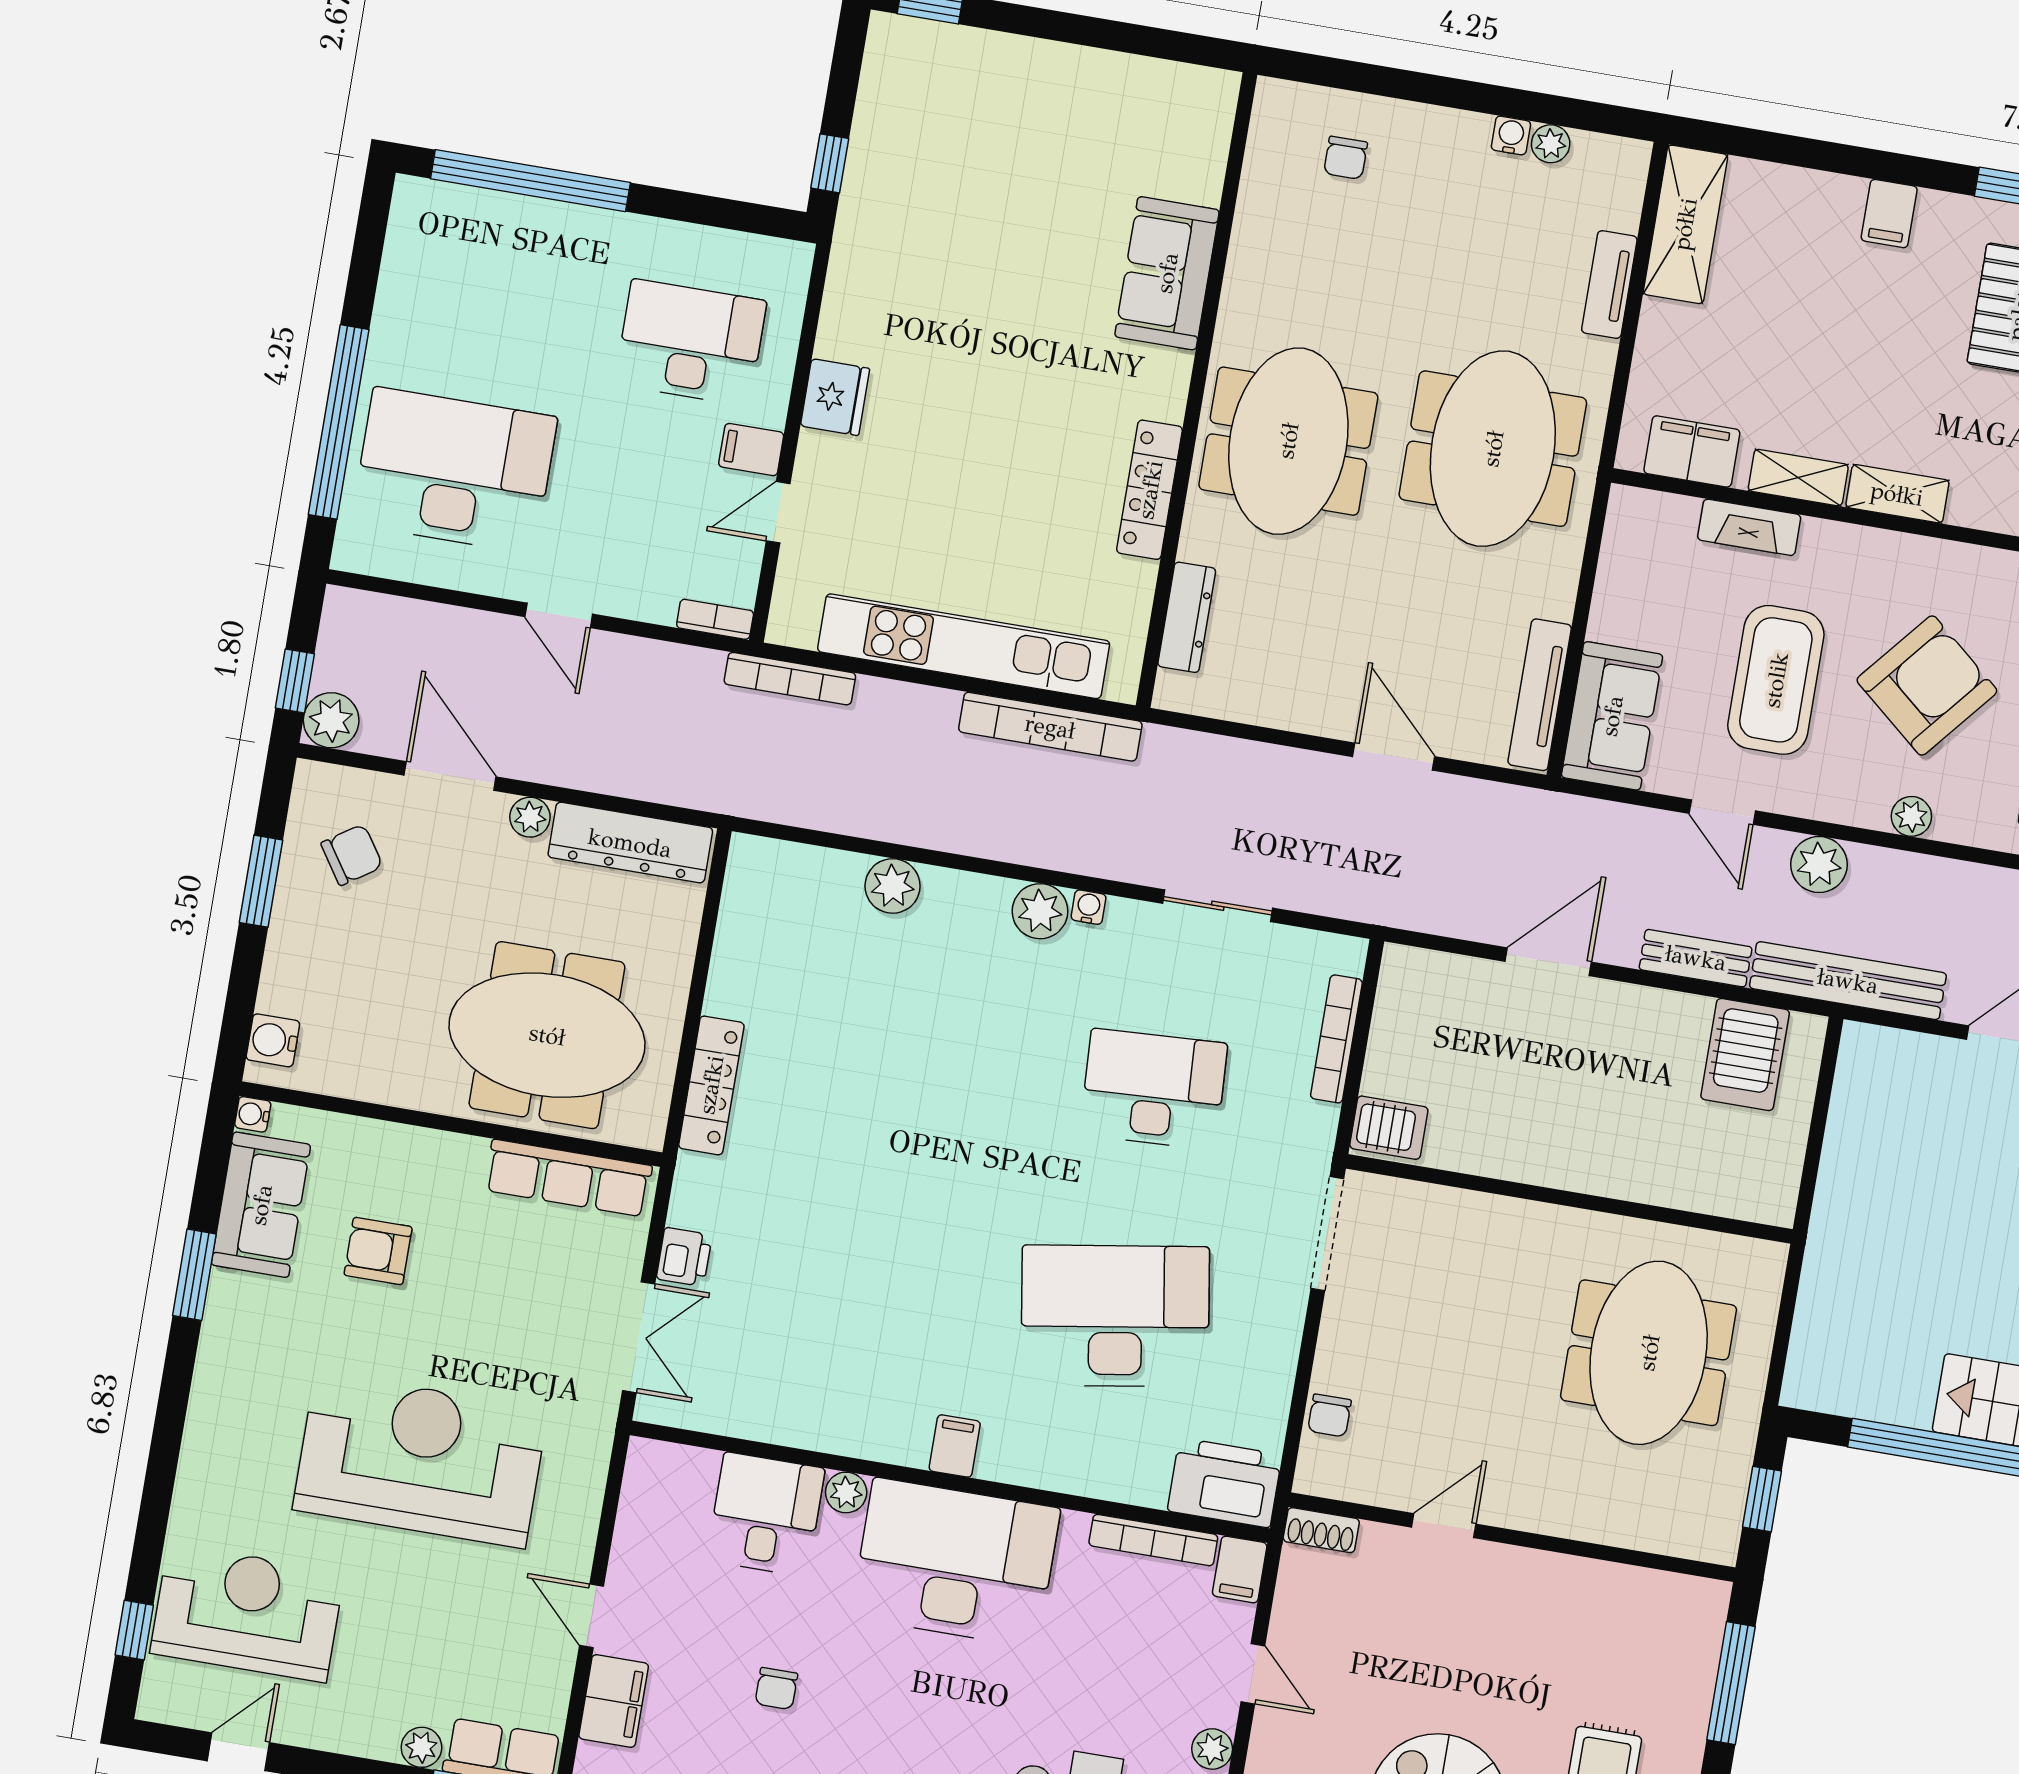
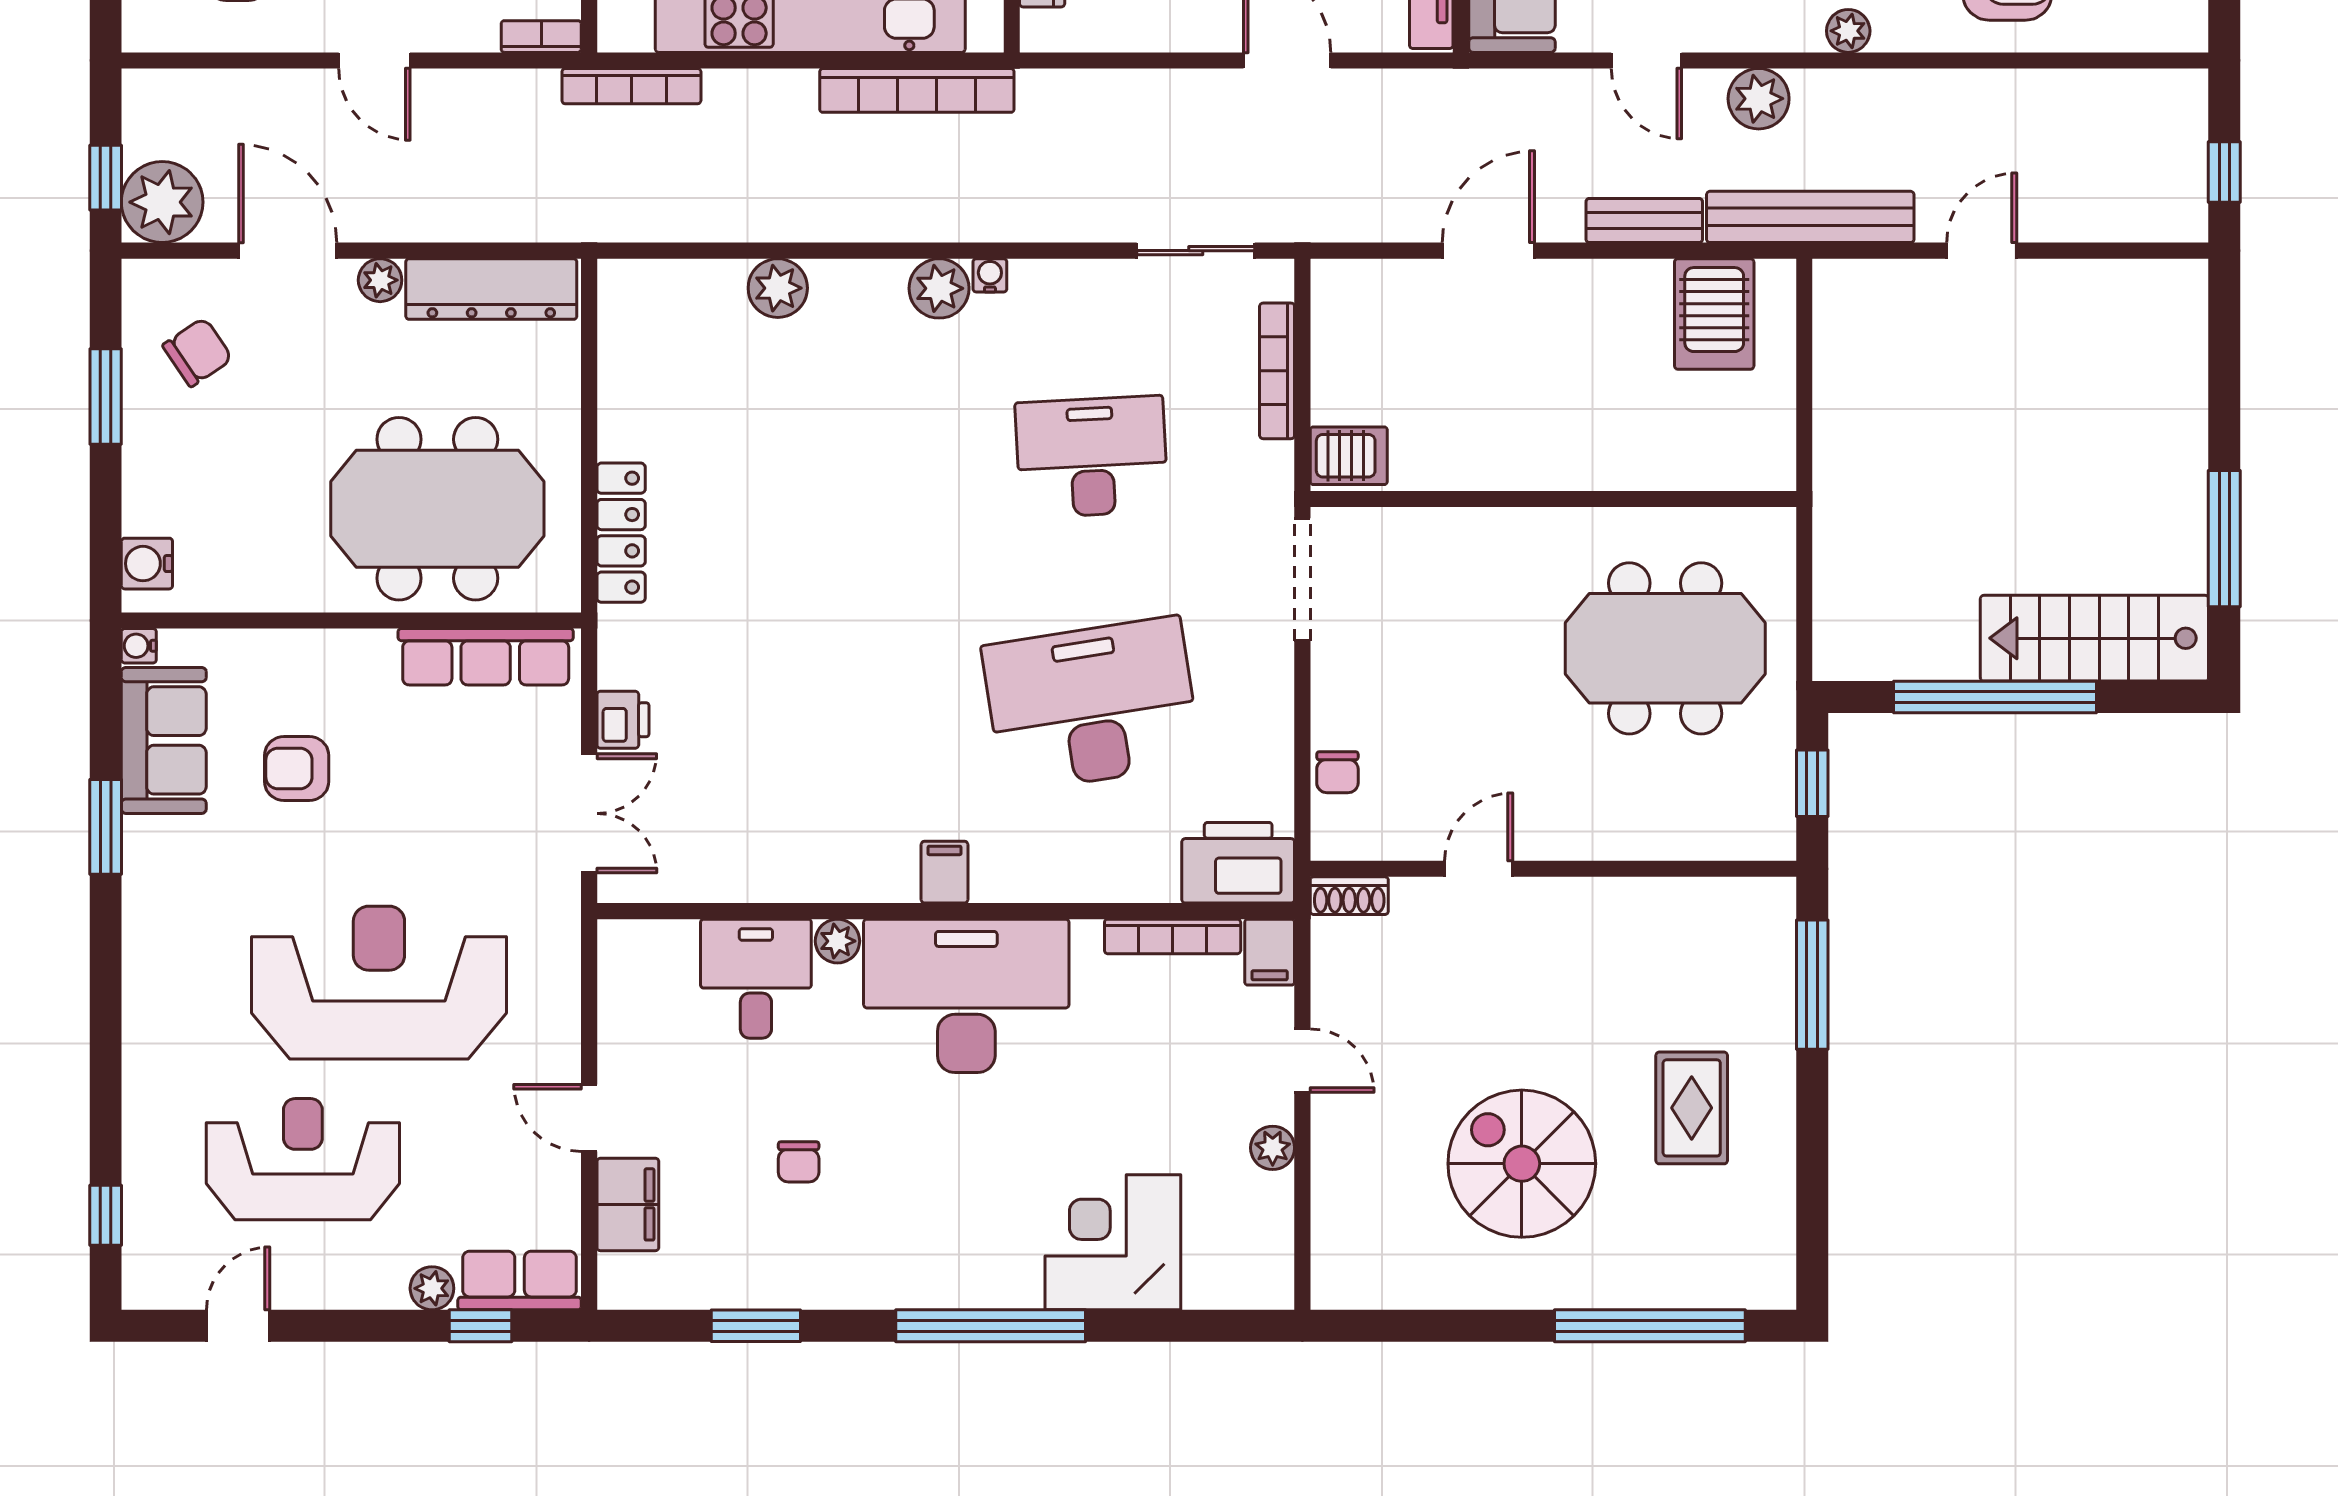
plant: (331, 720) -> (162, 202), width x1.36, depth x1.36
sliding door: (1218, 906) -> (1196, 251), moved
meeting table: (1649, 1353) -> (1665, 648), turned 90
reception desk: (247, 1613) -> (303, 1159), moved

